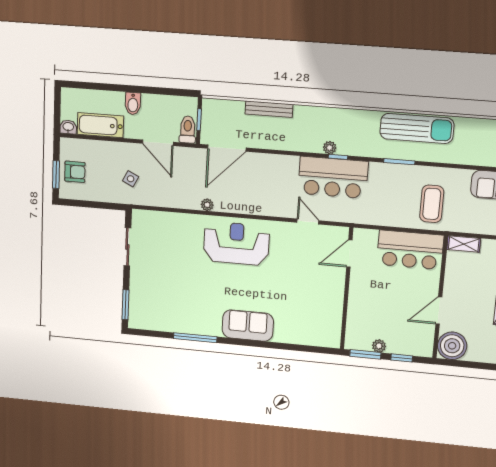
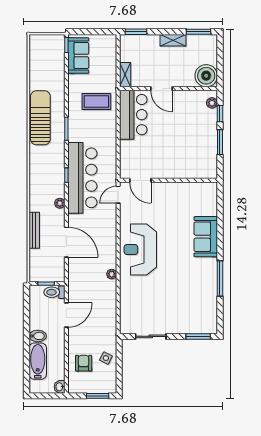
bathtub: (100, 125) -> (38, 361), moved, turned 180
door: (227, 148) -> (66, 242), moved
plant: (330, 148) -> (60, 203), moved
armchair: (75, 172) -> (84, 363), moved
bar counter: (333, 177) -> (82, 178), width x1.36
side table: (131, 179) -> (106, 358), moved
door: (349, 254) -> (140, 180), moved
wall: (347, 289) -> (168, 180), moved
door: (439, 311) -> (161, 88), moved
plant: (379, 346) -> (212, 103), moved

